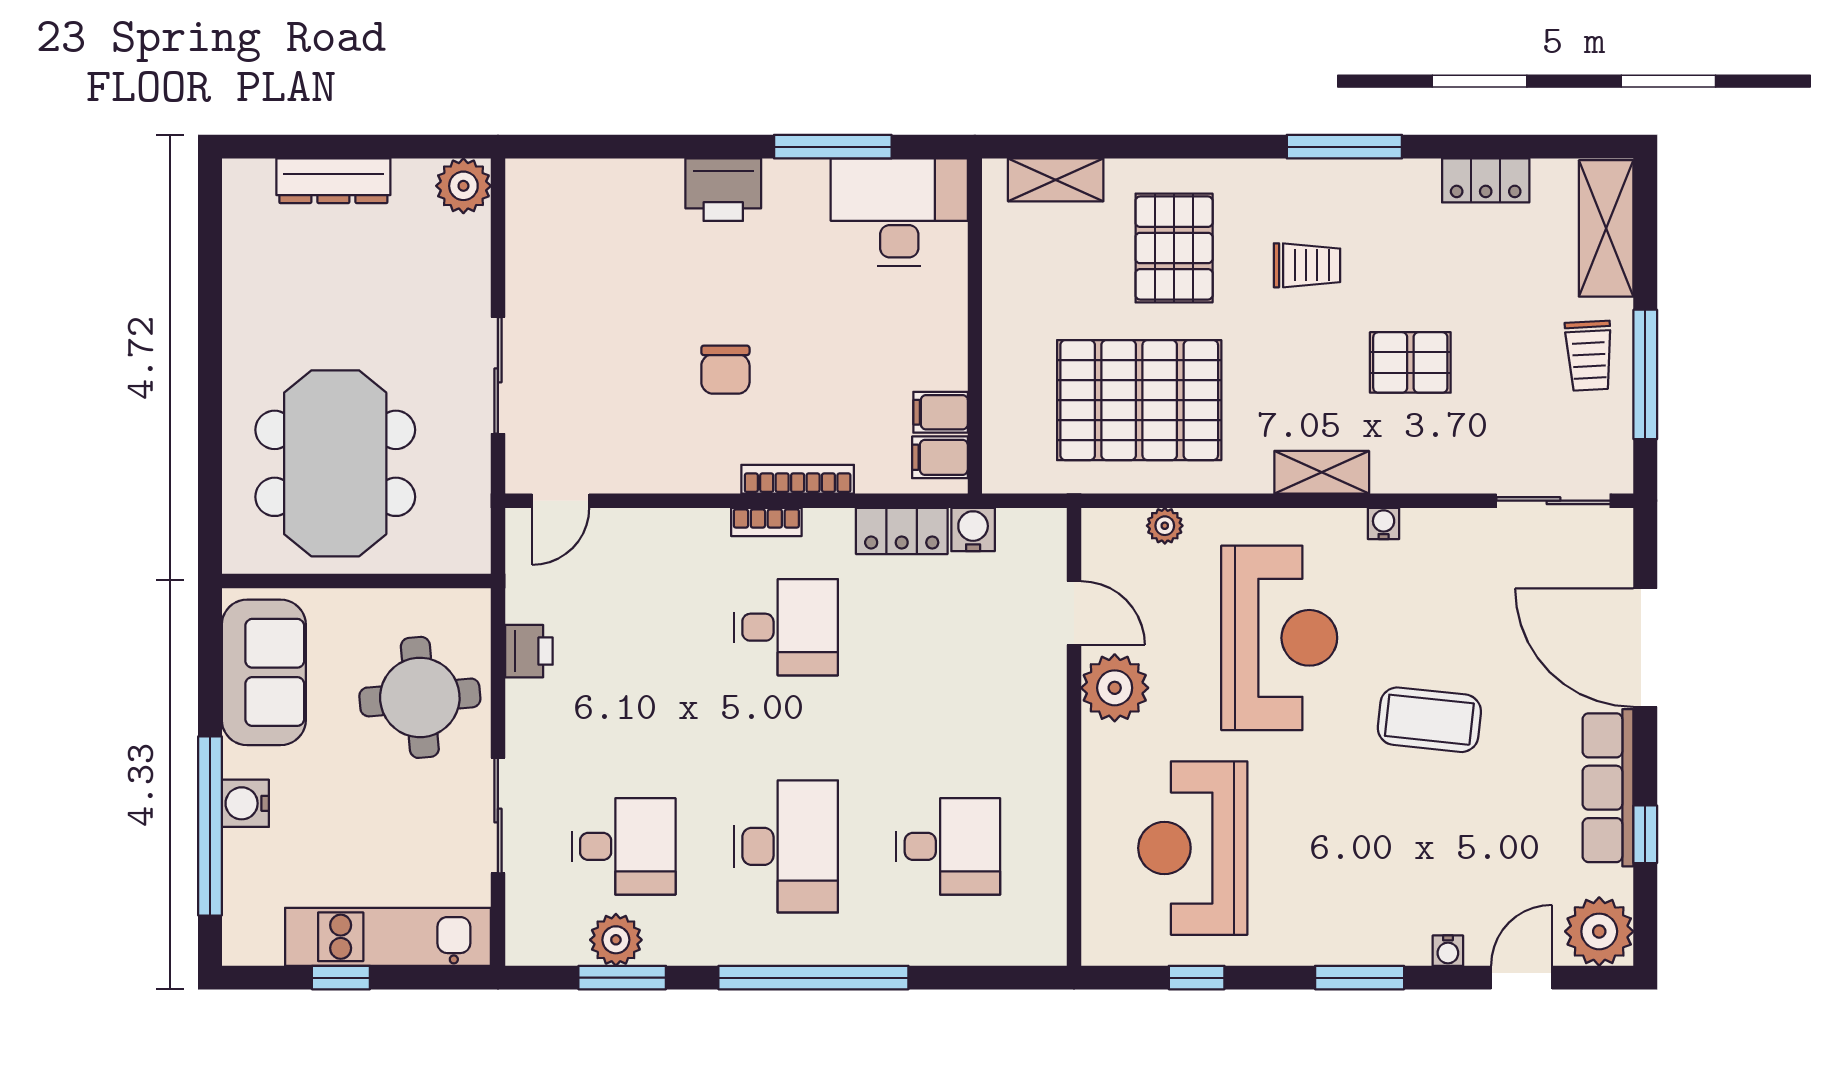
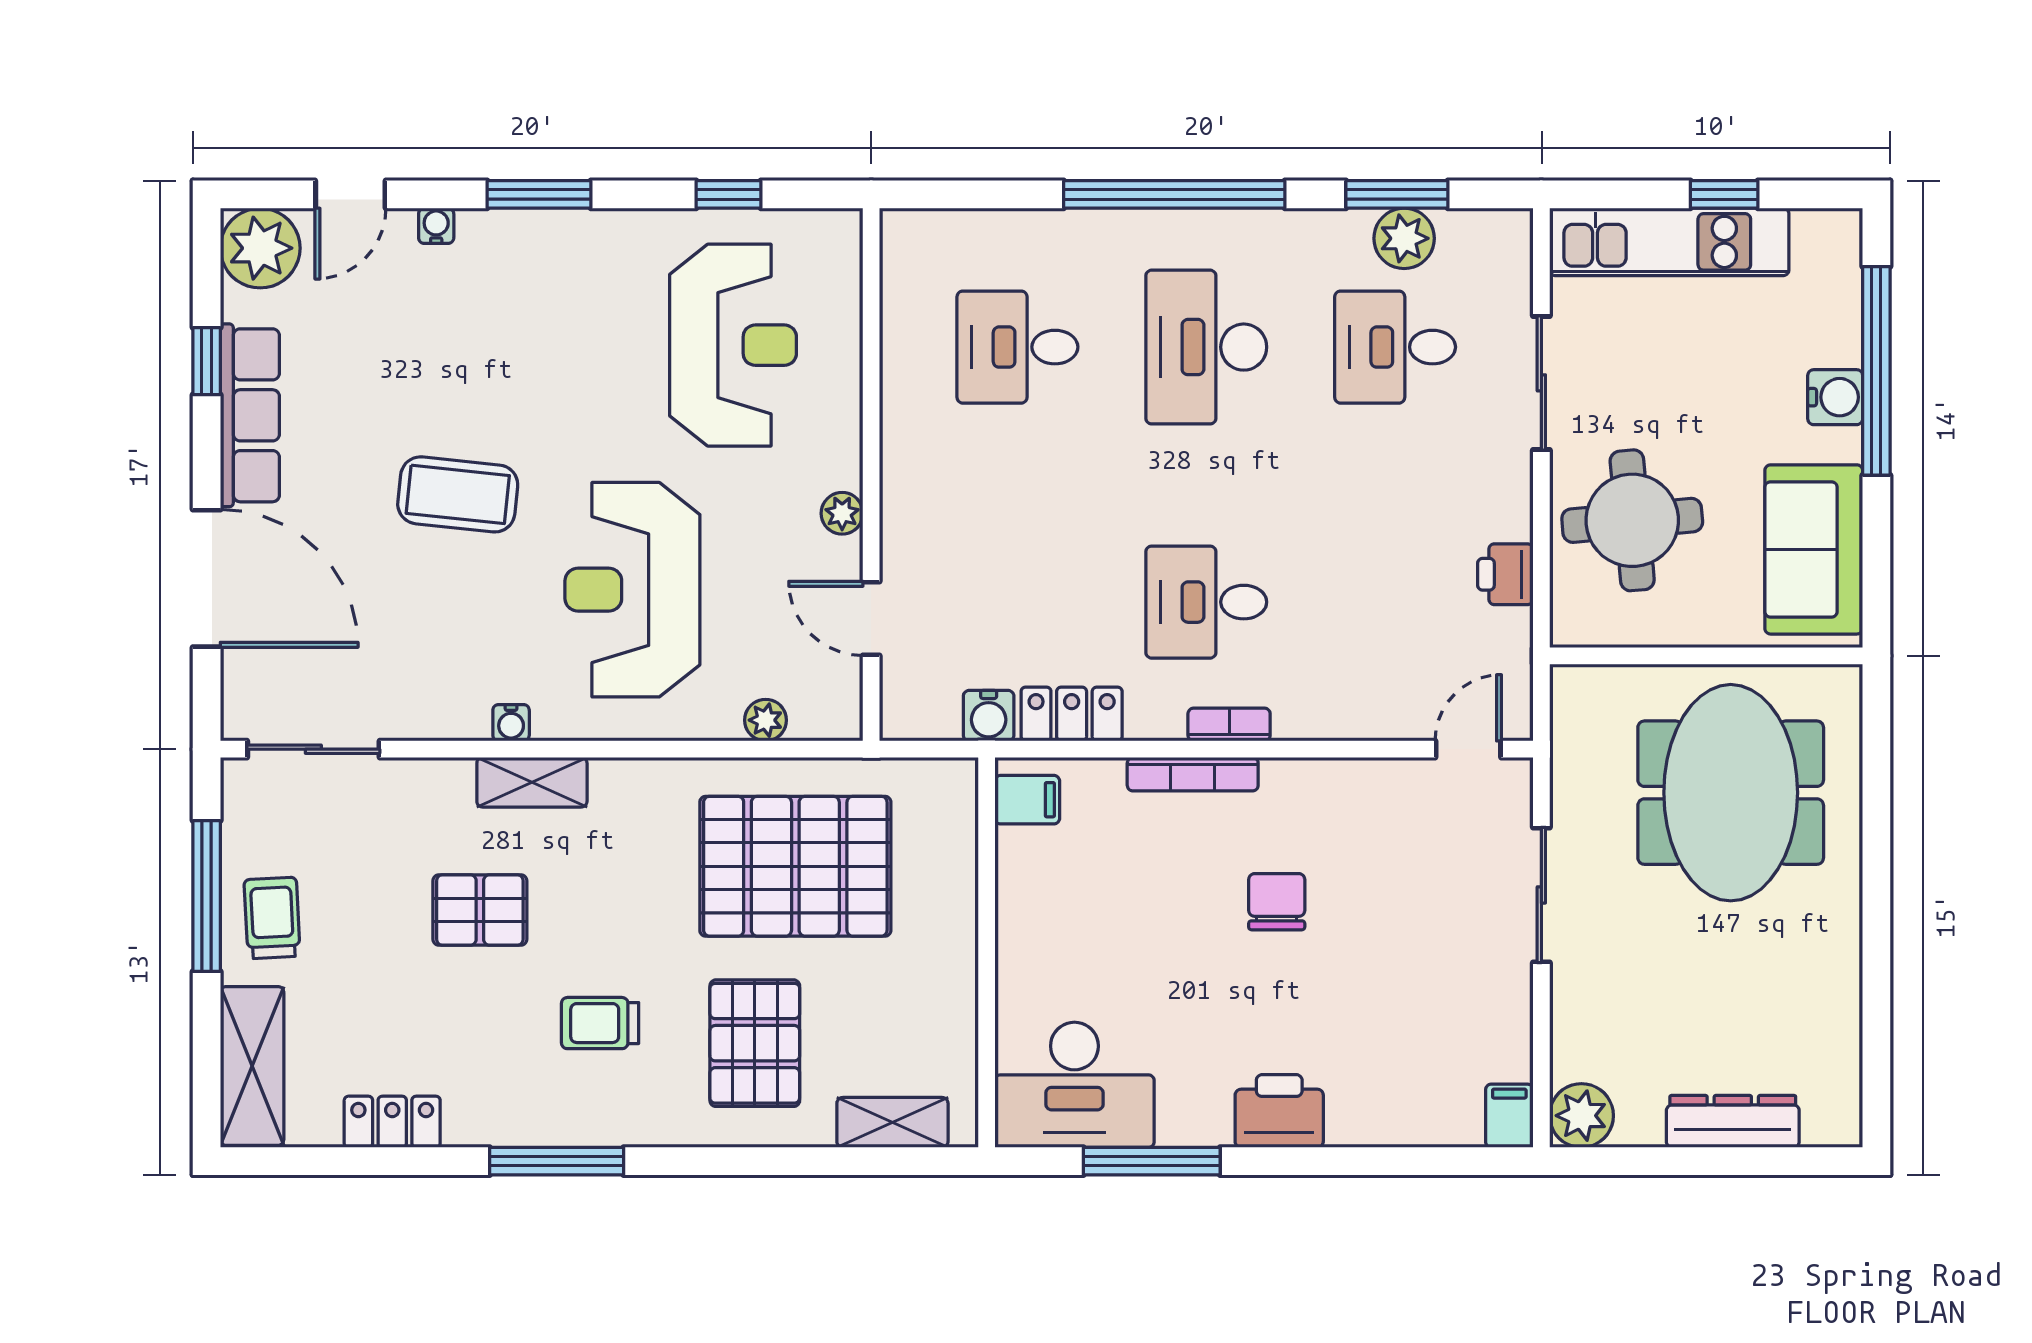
filing cabinet: (941, 412) -> (1509, 1116), moved, turned -90
shelving: (1322, 472) -> (532, 782), moved
plant: (1115, 688) -> (842, 513), width x0.53, depth x0.53

